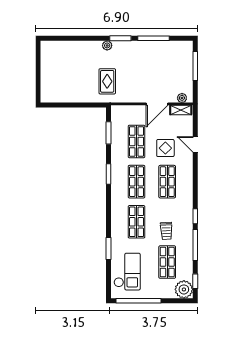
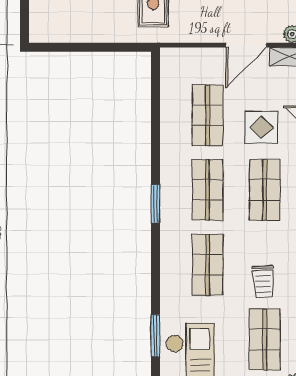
window: (108, 133) -> (155, 99), removed
window: (108, 174) -> (155, 204), moved
window: (108, 249) -> (155, 336), moved

